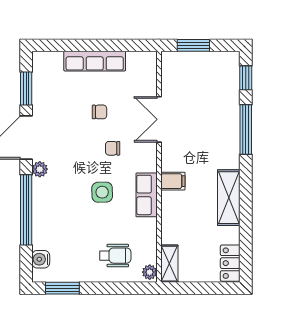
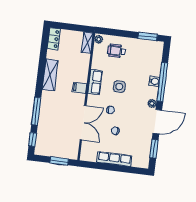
double door: (159, 119) -> (83, 123), width x1.37
water cooler: (41, 259) -> (154, 81), moved

